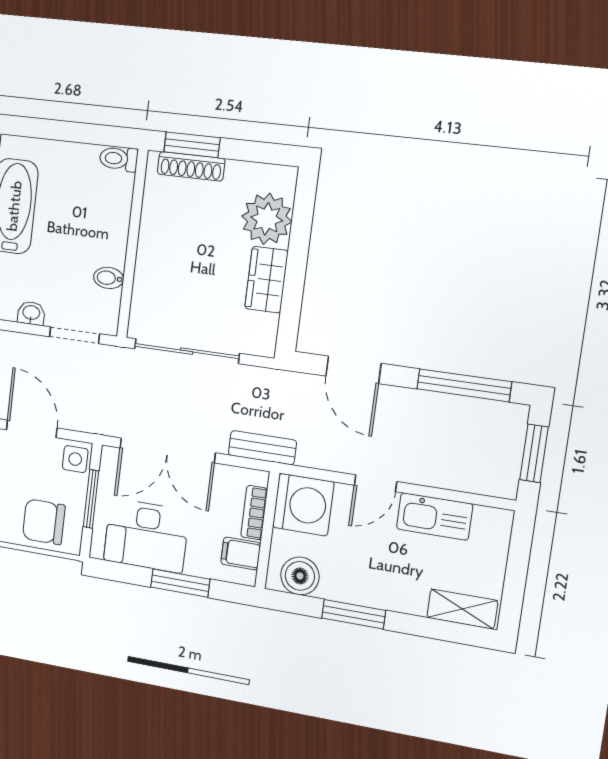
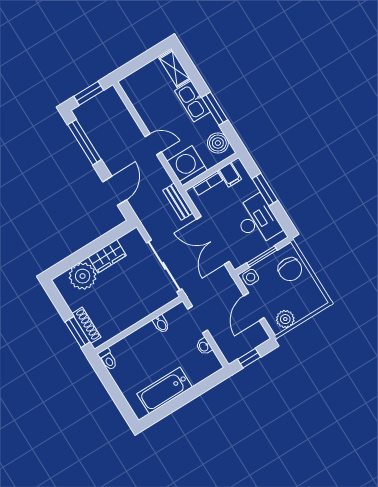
double door: (167, 450) -> (213, 240), swing flipped
kitchen sink: (435, 516) -> (192, 101), moved, turned 180

